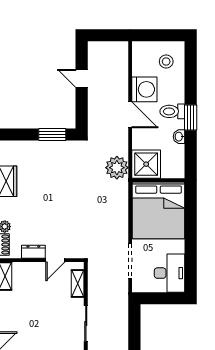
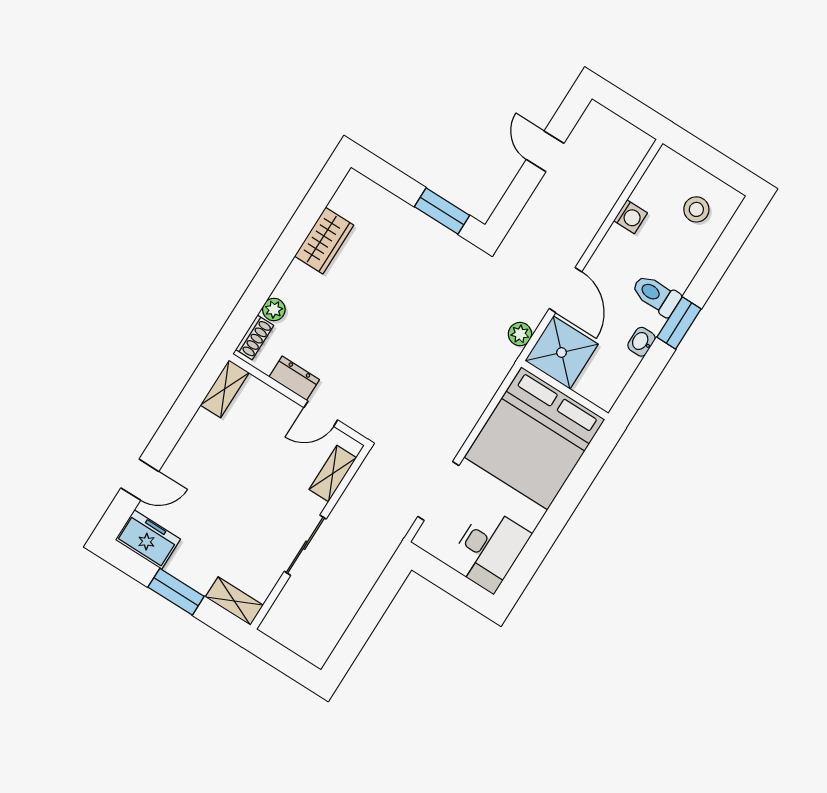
washing machine: (144, 89) -> (630, 217), width x0.53, depth x0.53
door: (130, 115) -> (565, 290), moved
plant: (117, 168) -> (520, 334), width x0.53, depth x0.53

